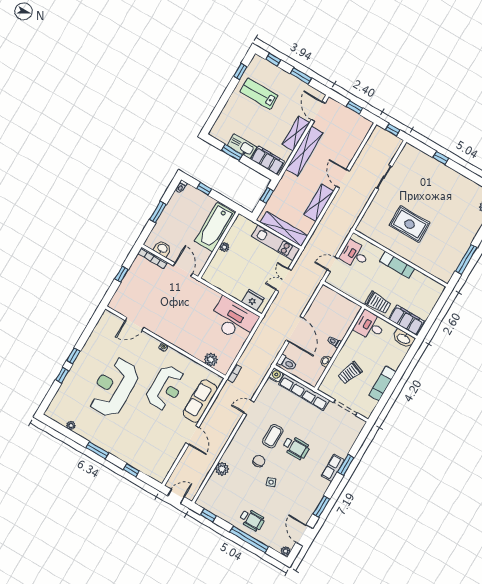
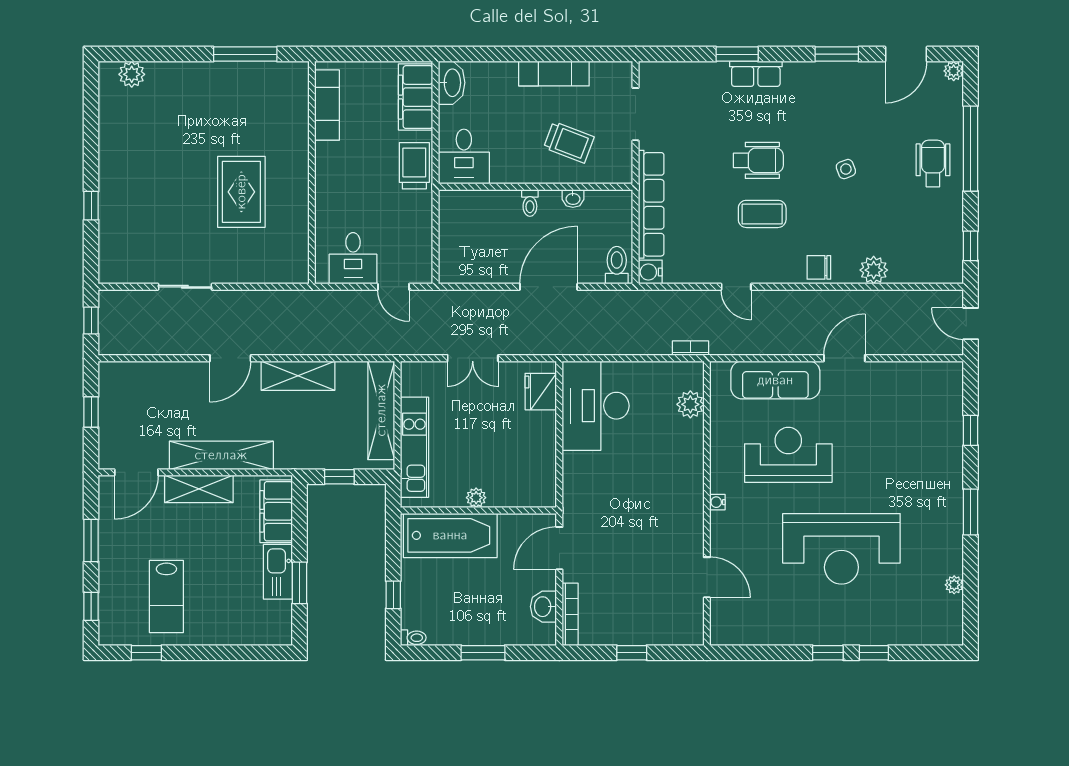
kitchen unit: (276, 243) -> (414, 447), moved
exam couch: (397, 265) -> (327, 105), moved
wheelchair: (296, 448) -> (758, 160), turned 90
chair: (259, 461) -> (819, 267), moved

